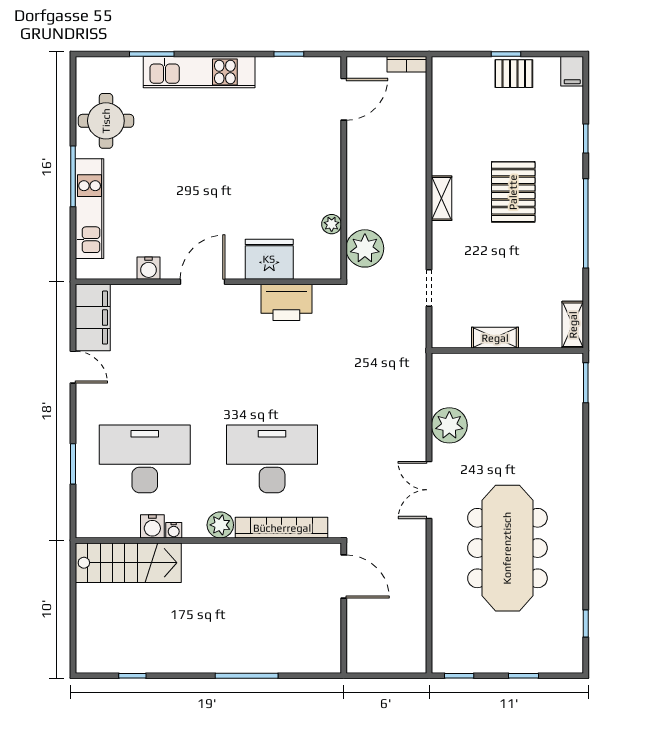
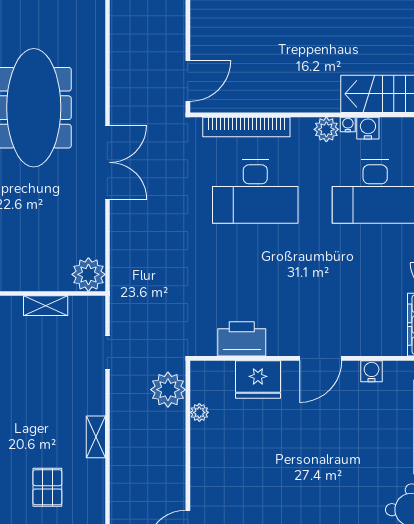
pallet: (513, 192) -> (47, 487), moved, width x0.67, depth x0.71
plant: (449, 425) -> (88, 274), moved
double door: (429, 490) -> (107, 162), width x1.37
plant: (220, 525) -> (326, 129), moved
door: (344, 576) -> (188, 81), swing flipped

